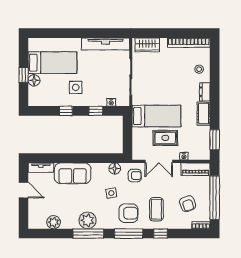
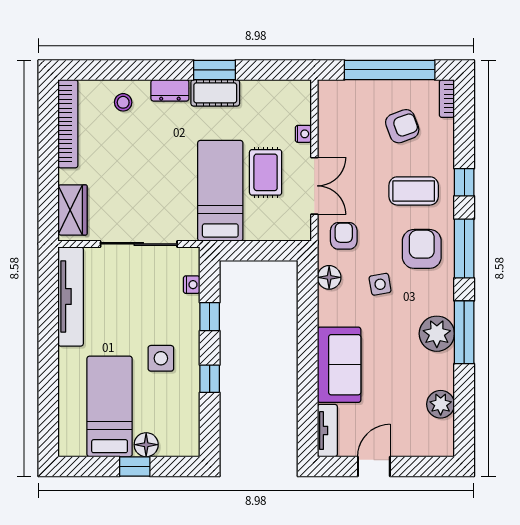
window: (215, 140) -> (214, 70), moved
piano: (196, 169) -> (331, 110), removed

